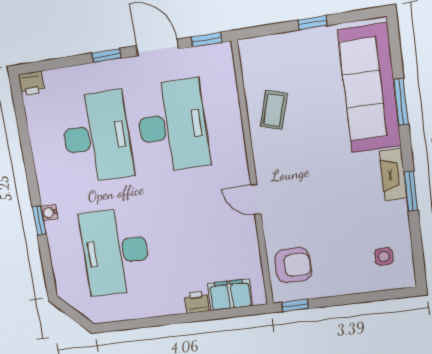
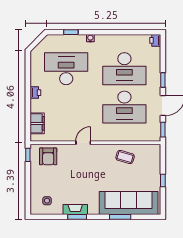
fireplace: (393, 175) -> (75, 209), moved
window: (39, 220) -> (71, 32), moved
printer: (197, 302) -> (35, 93), moved

